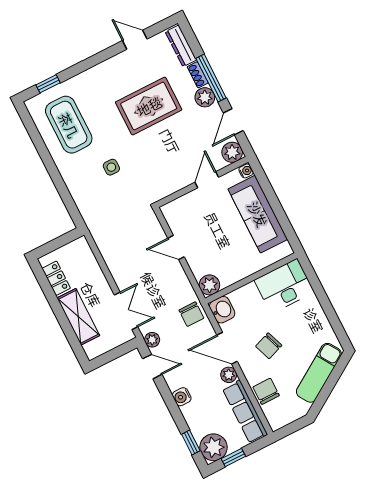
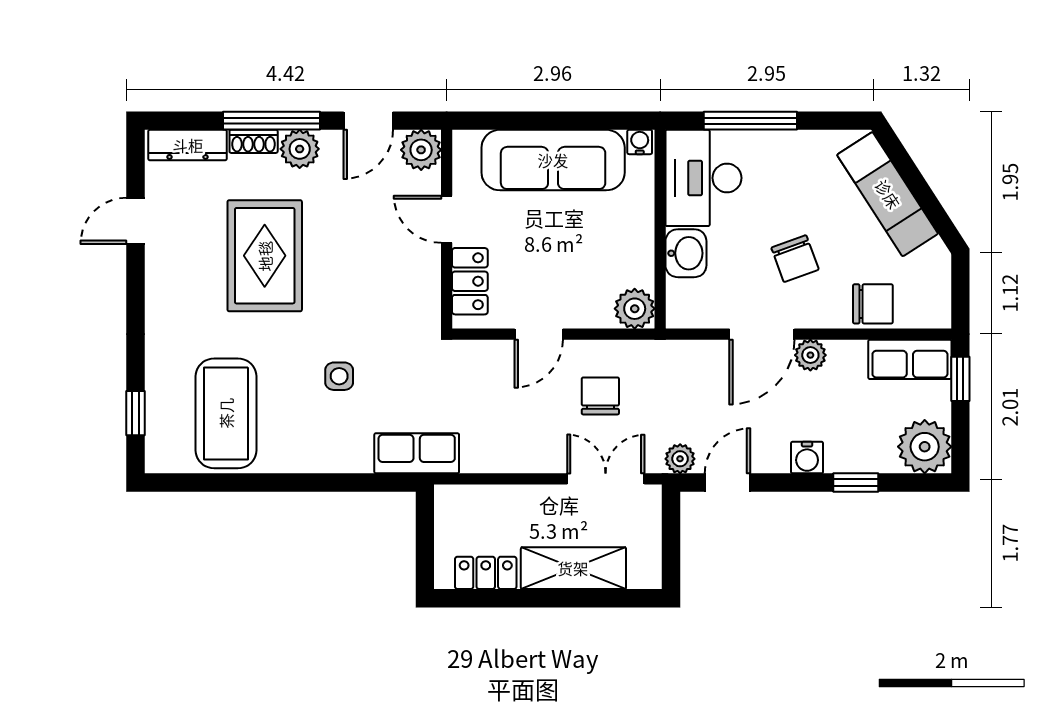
door: (233, 122) -> (368, 121), hinge flipped
coffee table: (69, 125) -> (226, 413), turned 90
water cooler: (246, 171) -> (640, 142), moved
locker: (184, 204) -> (470, 281), added
row of seats: (94, 220) -> (417, 453), added
window: (321, 294) -> (750, 121), added
washbasin: (222, 310) -> (686, 253), moved, turned 90
chair: (191, 314) -> (600, 396), moved, turned -90
chair: (266, 391) -> (873, 304), turned 180
row of seats: (245, 412) -> (910, 359), width x0.68
window: (191, 443) -> (856, 482), moved
window: (233, 458) -> (960, 379), moved

